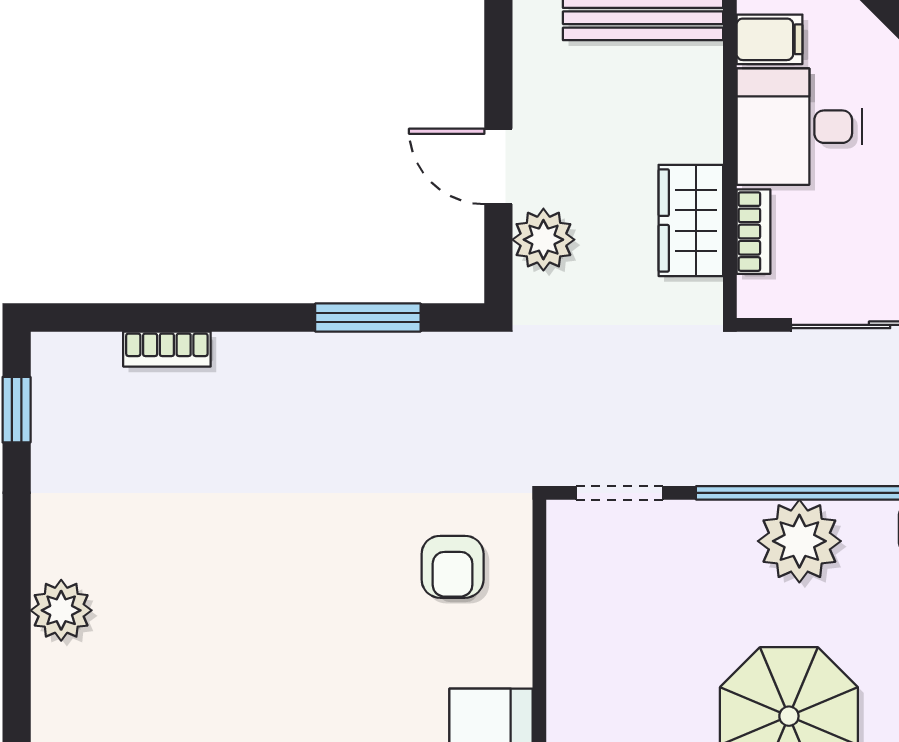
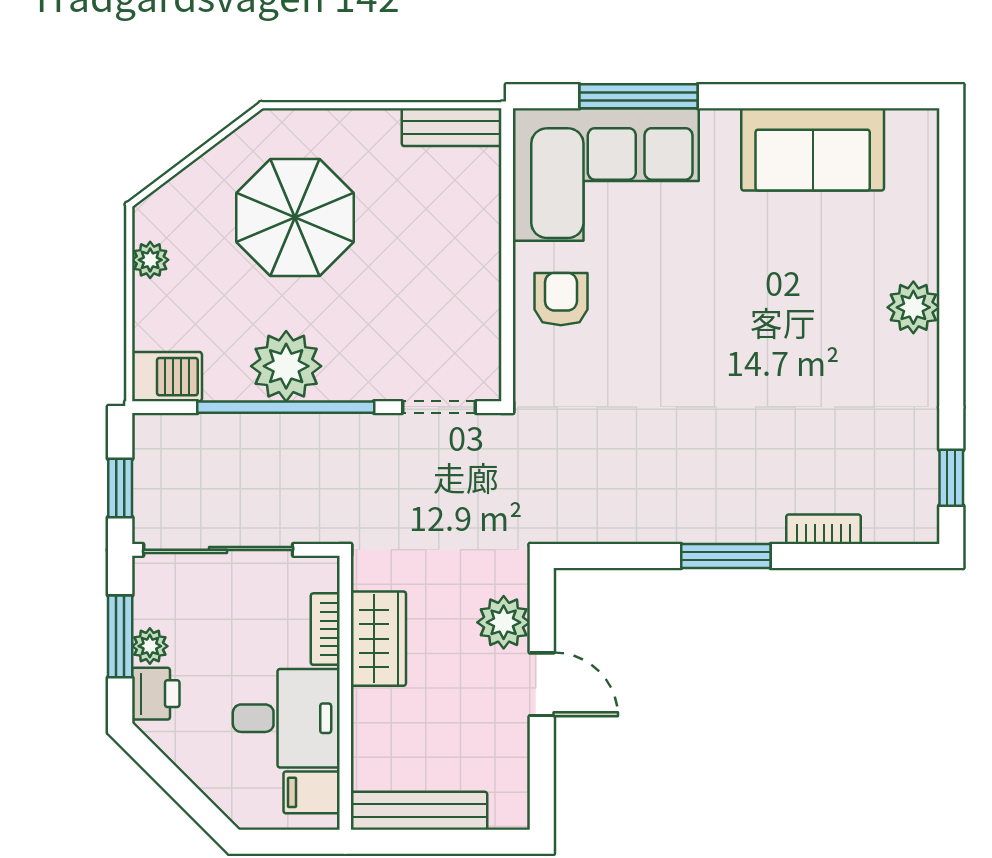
window: (368, 317) -> (726, 556), moved
armchair: (453, 567) -> (561, 299), moved

